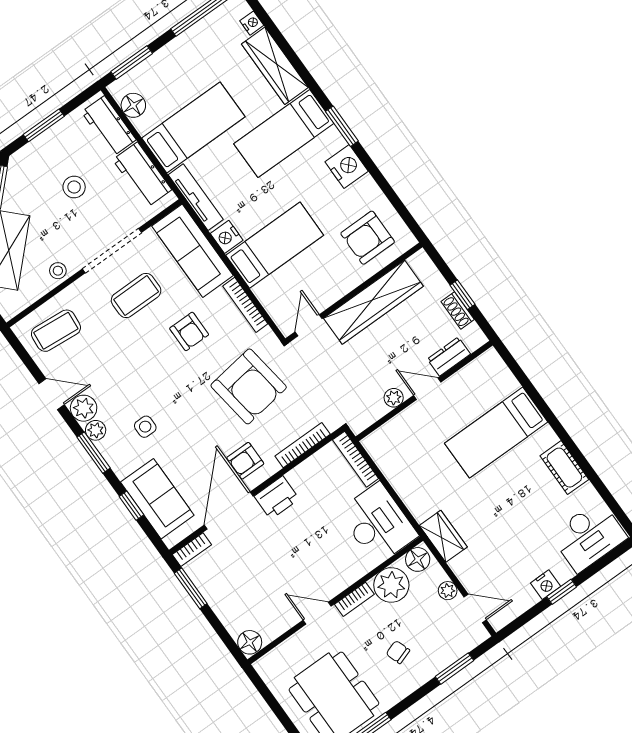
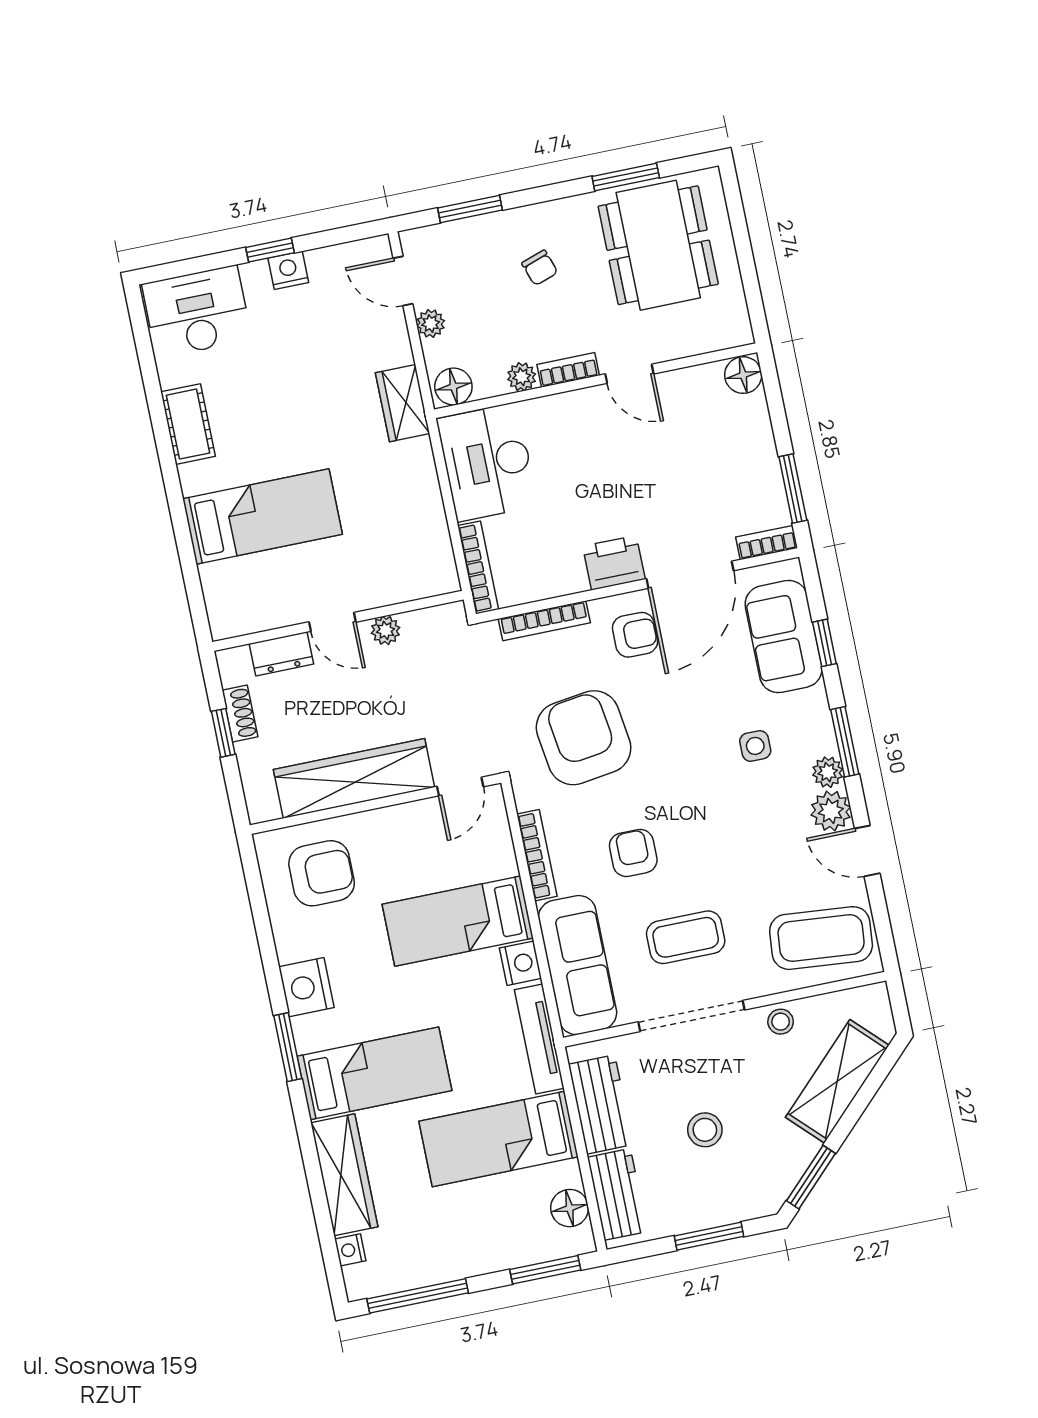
coffee table: (56, 331) -> (821, 938), width x1.36, depth x1.32
plant: (391, 585) -> (522, 377), width x0.53, depth x0.53

